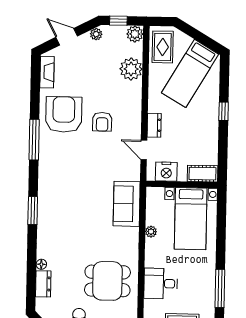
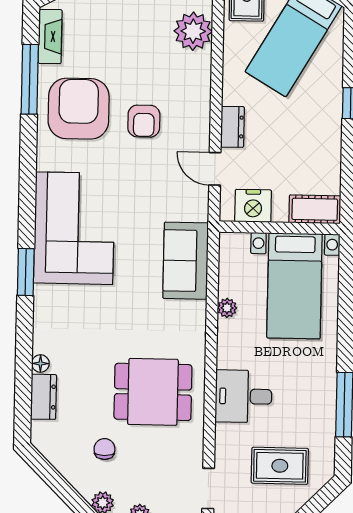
window: (34, 140) -> (30, 79), moved
corner sofa: (61, 185) -> (74, 228), added

